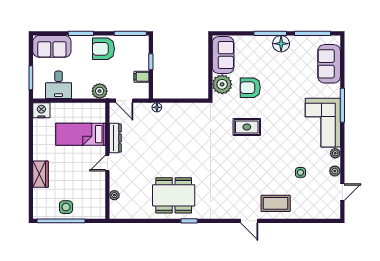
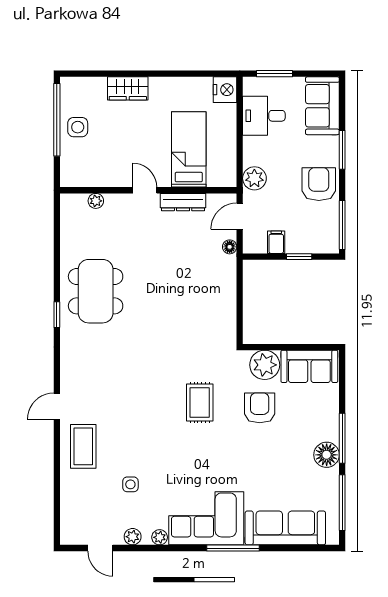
sofa: (329, 64) -> (285, 528), width x1.36
floor lamp: (157, 107) -> (230, 247), moved

